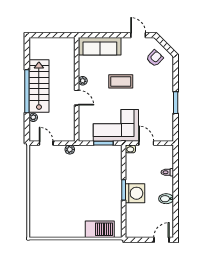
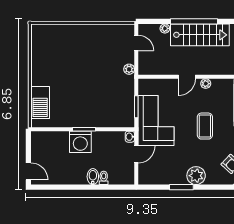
plant: (165, 89) -> (196, 176), added
door: (46, 143) -> (136, 43), hinge flipped
bidet: (166, 199) -> (93, 177), moved

